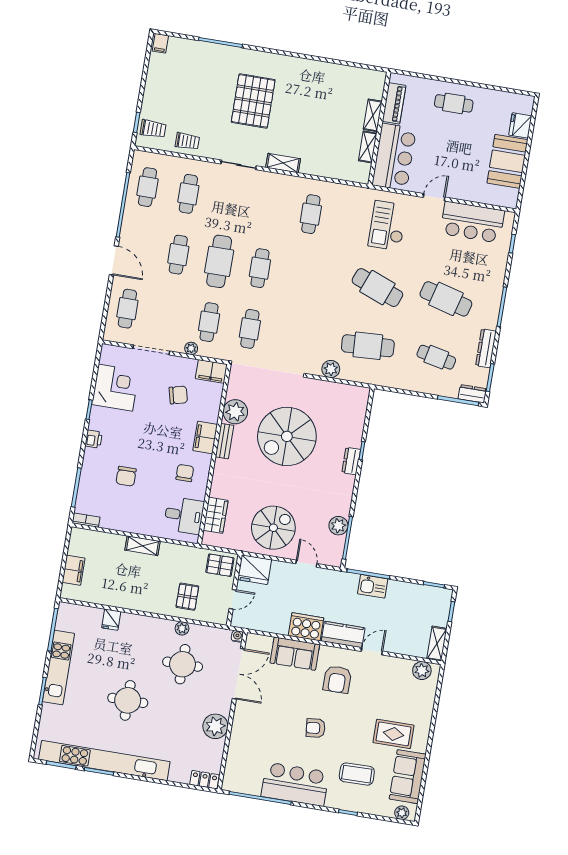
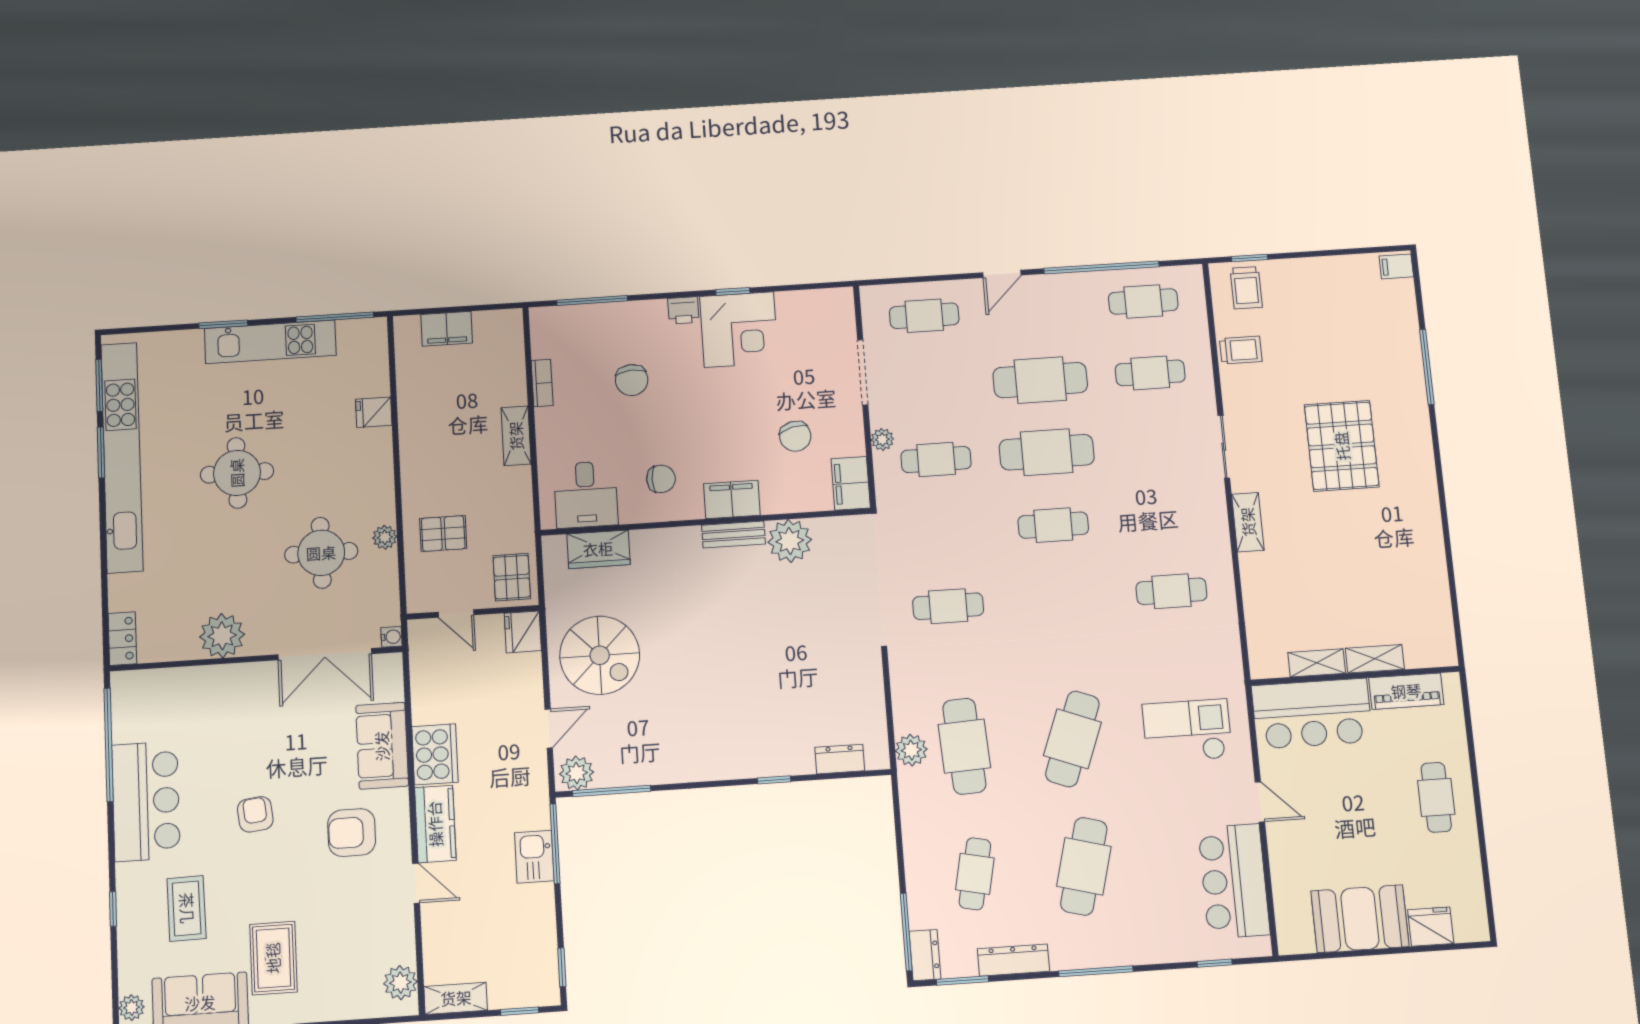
pallet: (253, 101) -> (1342, 446), turned 90
trolley: (187, 141) -> (1241, 350), turned -90
cafe table: (178, 255) -> (1040, 380), width x1.37, depth x1.35
door: (114, 260) -> (1002, 274), width x0.73
cafe table: (250, 329) -> (948, 606), moved
plant: (331, 369) -> (911, 750), moved
corner desk: (115, 388) -> (739, 330), moved
spiral stairs: (287, 436) -> (768, 641), removed
dresser: (351, 461) -> (840, 759), moved
chair: (126, 476) -> (632, 380), turned -94
bookcase: (86, 520) -> (542, 383), moved
plant: (338, 526) -> (577, 773), moved
fridge: (255, 570) -> (523, 632), width x0.73, depth x0.75

